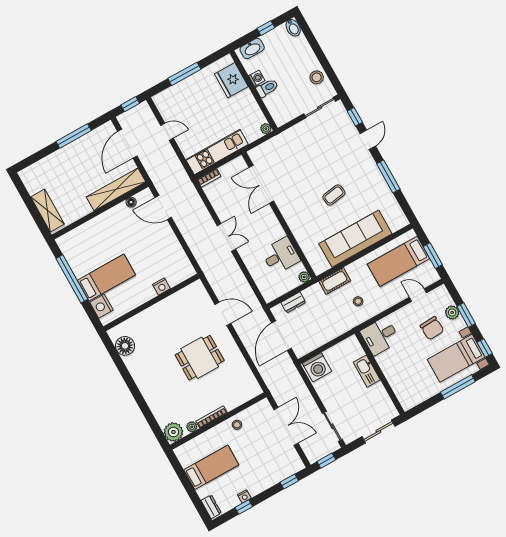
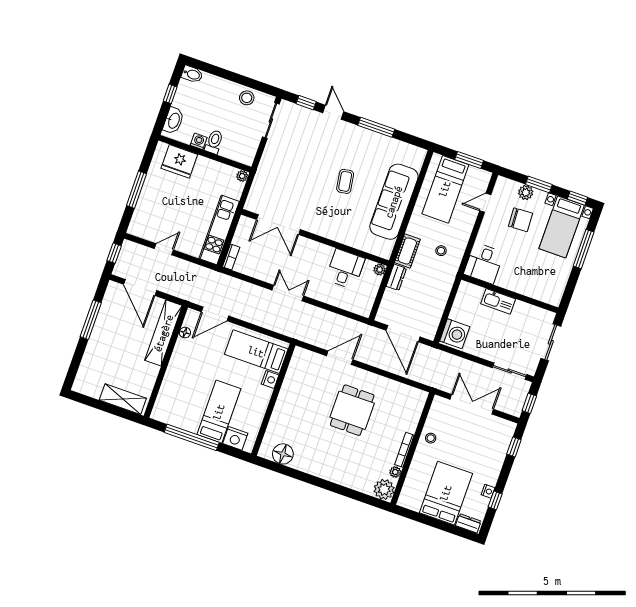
bed: (169, 259) -> (256, 352), added
dresser: (293, 302) -> (396, 277), moved
bed: (211, 467) -> (446, 493), width x1.50

